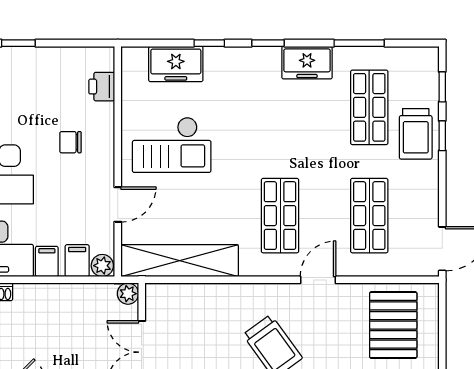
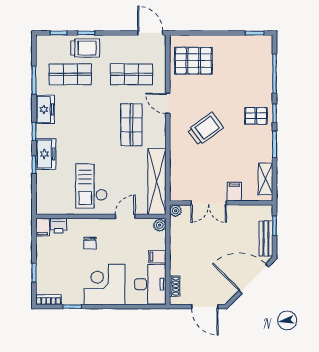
freezer: (176, 64) -> (46, 154), moved
checkout: (172, 145) -> (91, 186), turned 180
door: (118, 205) -> (125, 216), hinge flipped
shop shelf: (280, 216) -> (131, 125), turned 90
filing cabinet: (77, 261) -> (43, 227), moved, turned -90

